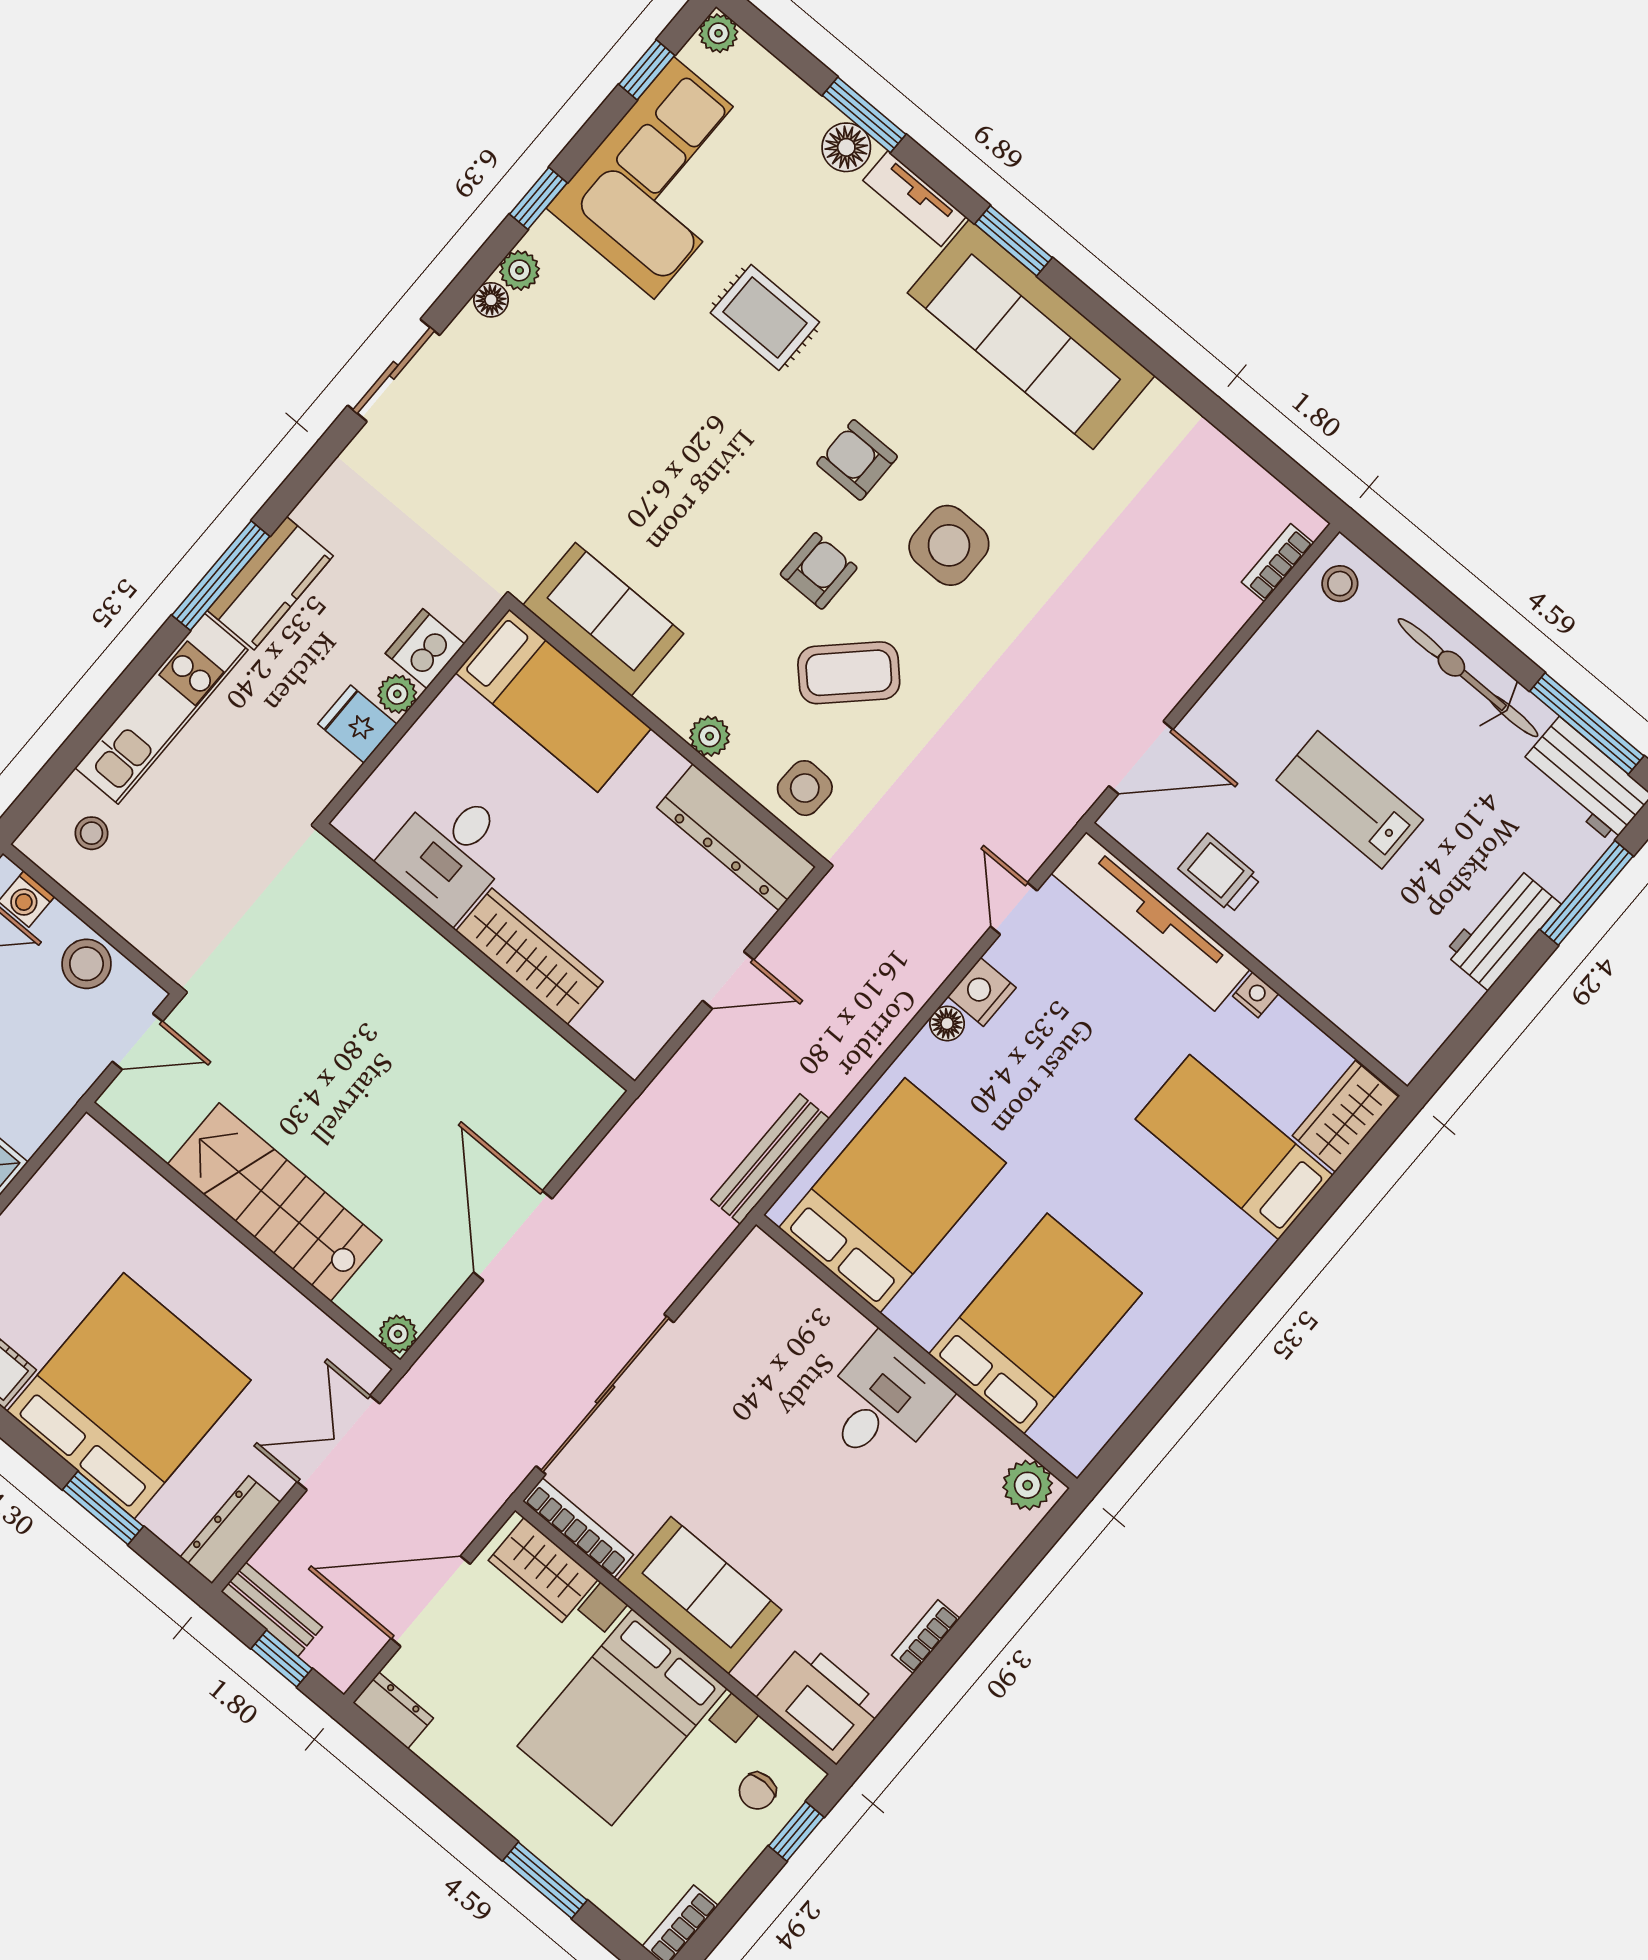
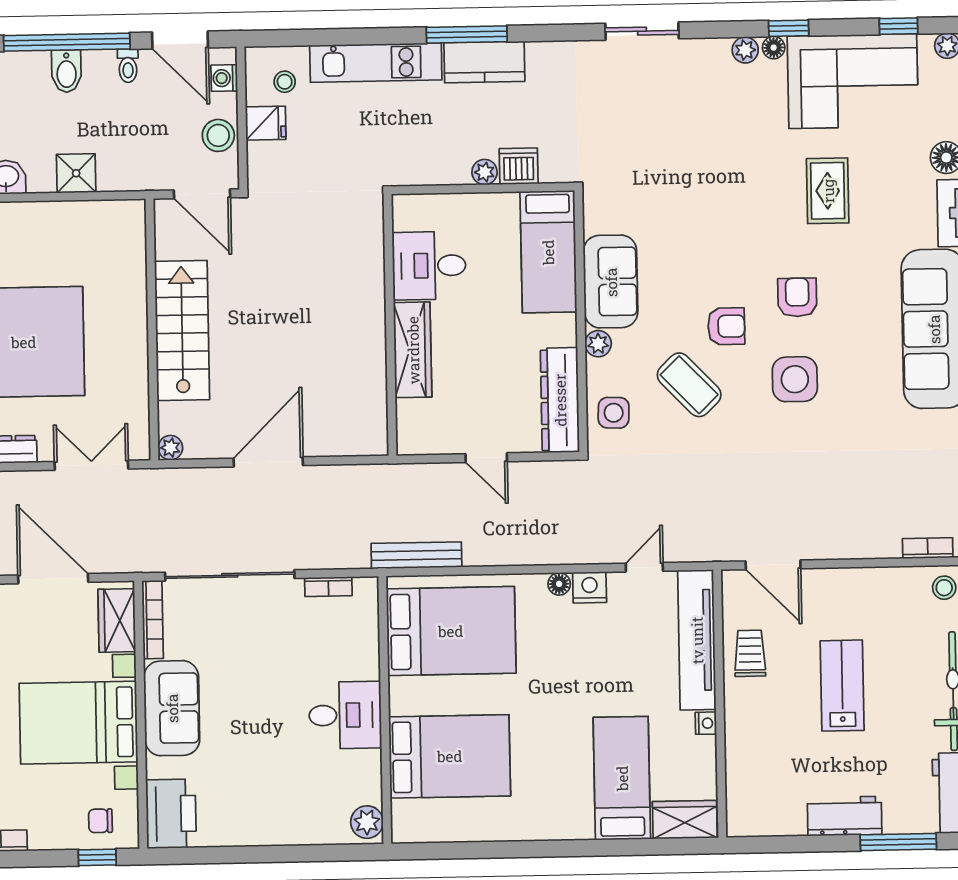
floor lamp: (491, 300) -> (774, 48), moved
sofa: (603, 619) -> (611, 282), moved
fridge: (357, 724) -> (266, 123), moved, turned 90
door: (137, 1041) -> (202, 194), width x1.38
bookcase: (926, 1637) -> (328, 587), moved, turned 180

